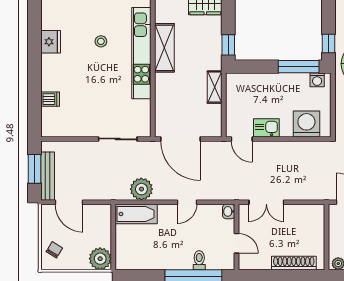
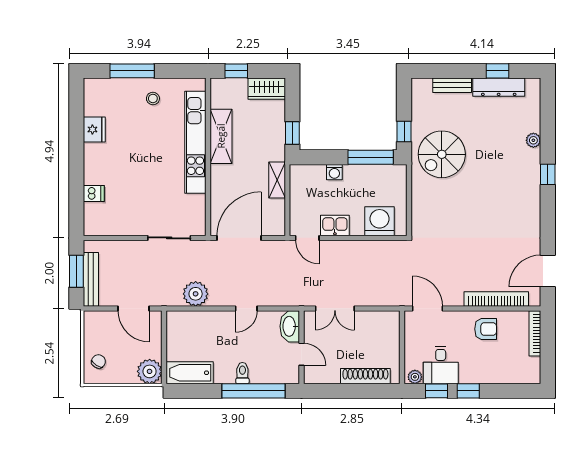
stool: (101, 41) -> (153, 98), moved
washing machine: (317, 80) -> (334, 172), moved
door: (180, 139) -> (239, 238), swing flipped
door: (69, 202) -> (133, 308), moved
washbasin: (229, 211) -> (290, 326), width x1.91, depth x1.45
bathtub: (136, 214) -> (190, 373), moved, turned 180
toilet: (199, 260) -> (242, 373), moved

